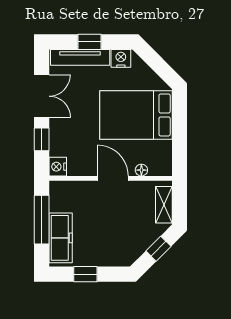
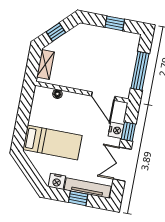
bed: (136, 115) -> (52, 142), width x0.67
nightstand: (58, 167) -> (116, 130), moved
door: (113, 178) -> (103, 96), moved
freezer: (61, 238) -> (128, 54), removed

